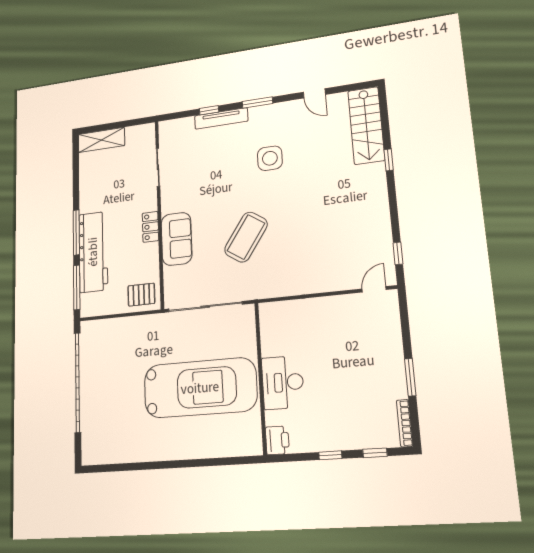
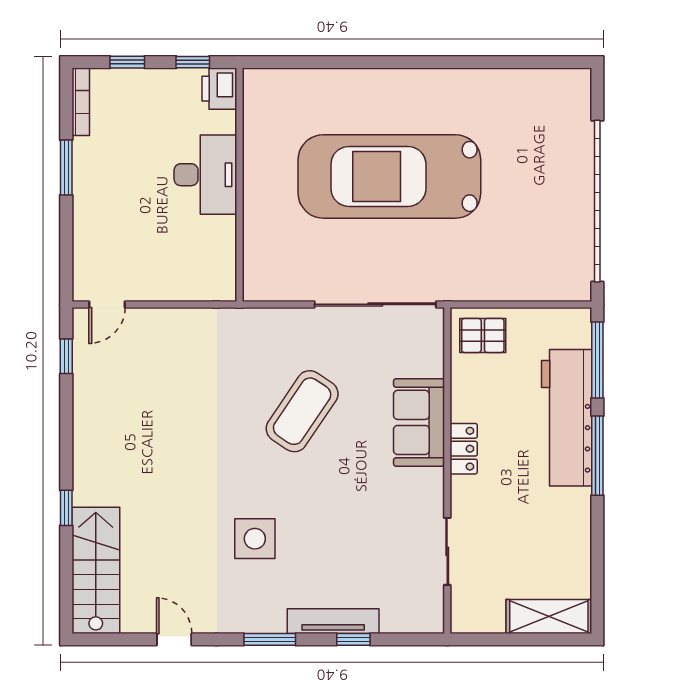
wall: (261, 378) -> (239, 185), moved
desk: (283, 382) -> (205, 175), moved
printer: (277, 440) -> (219, 89), moved

